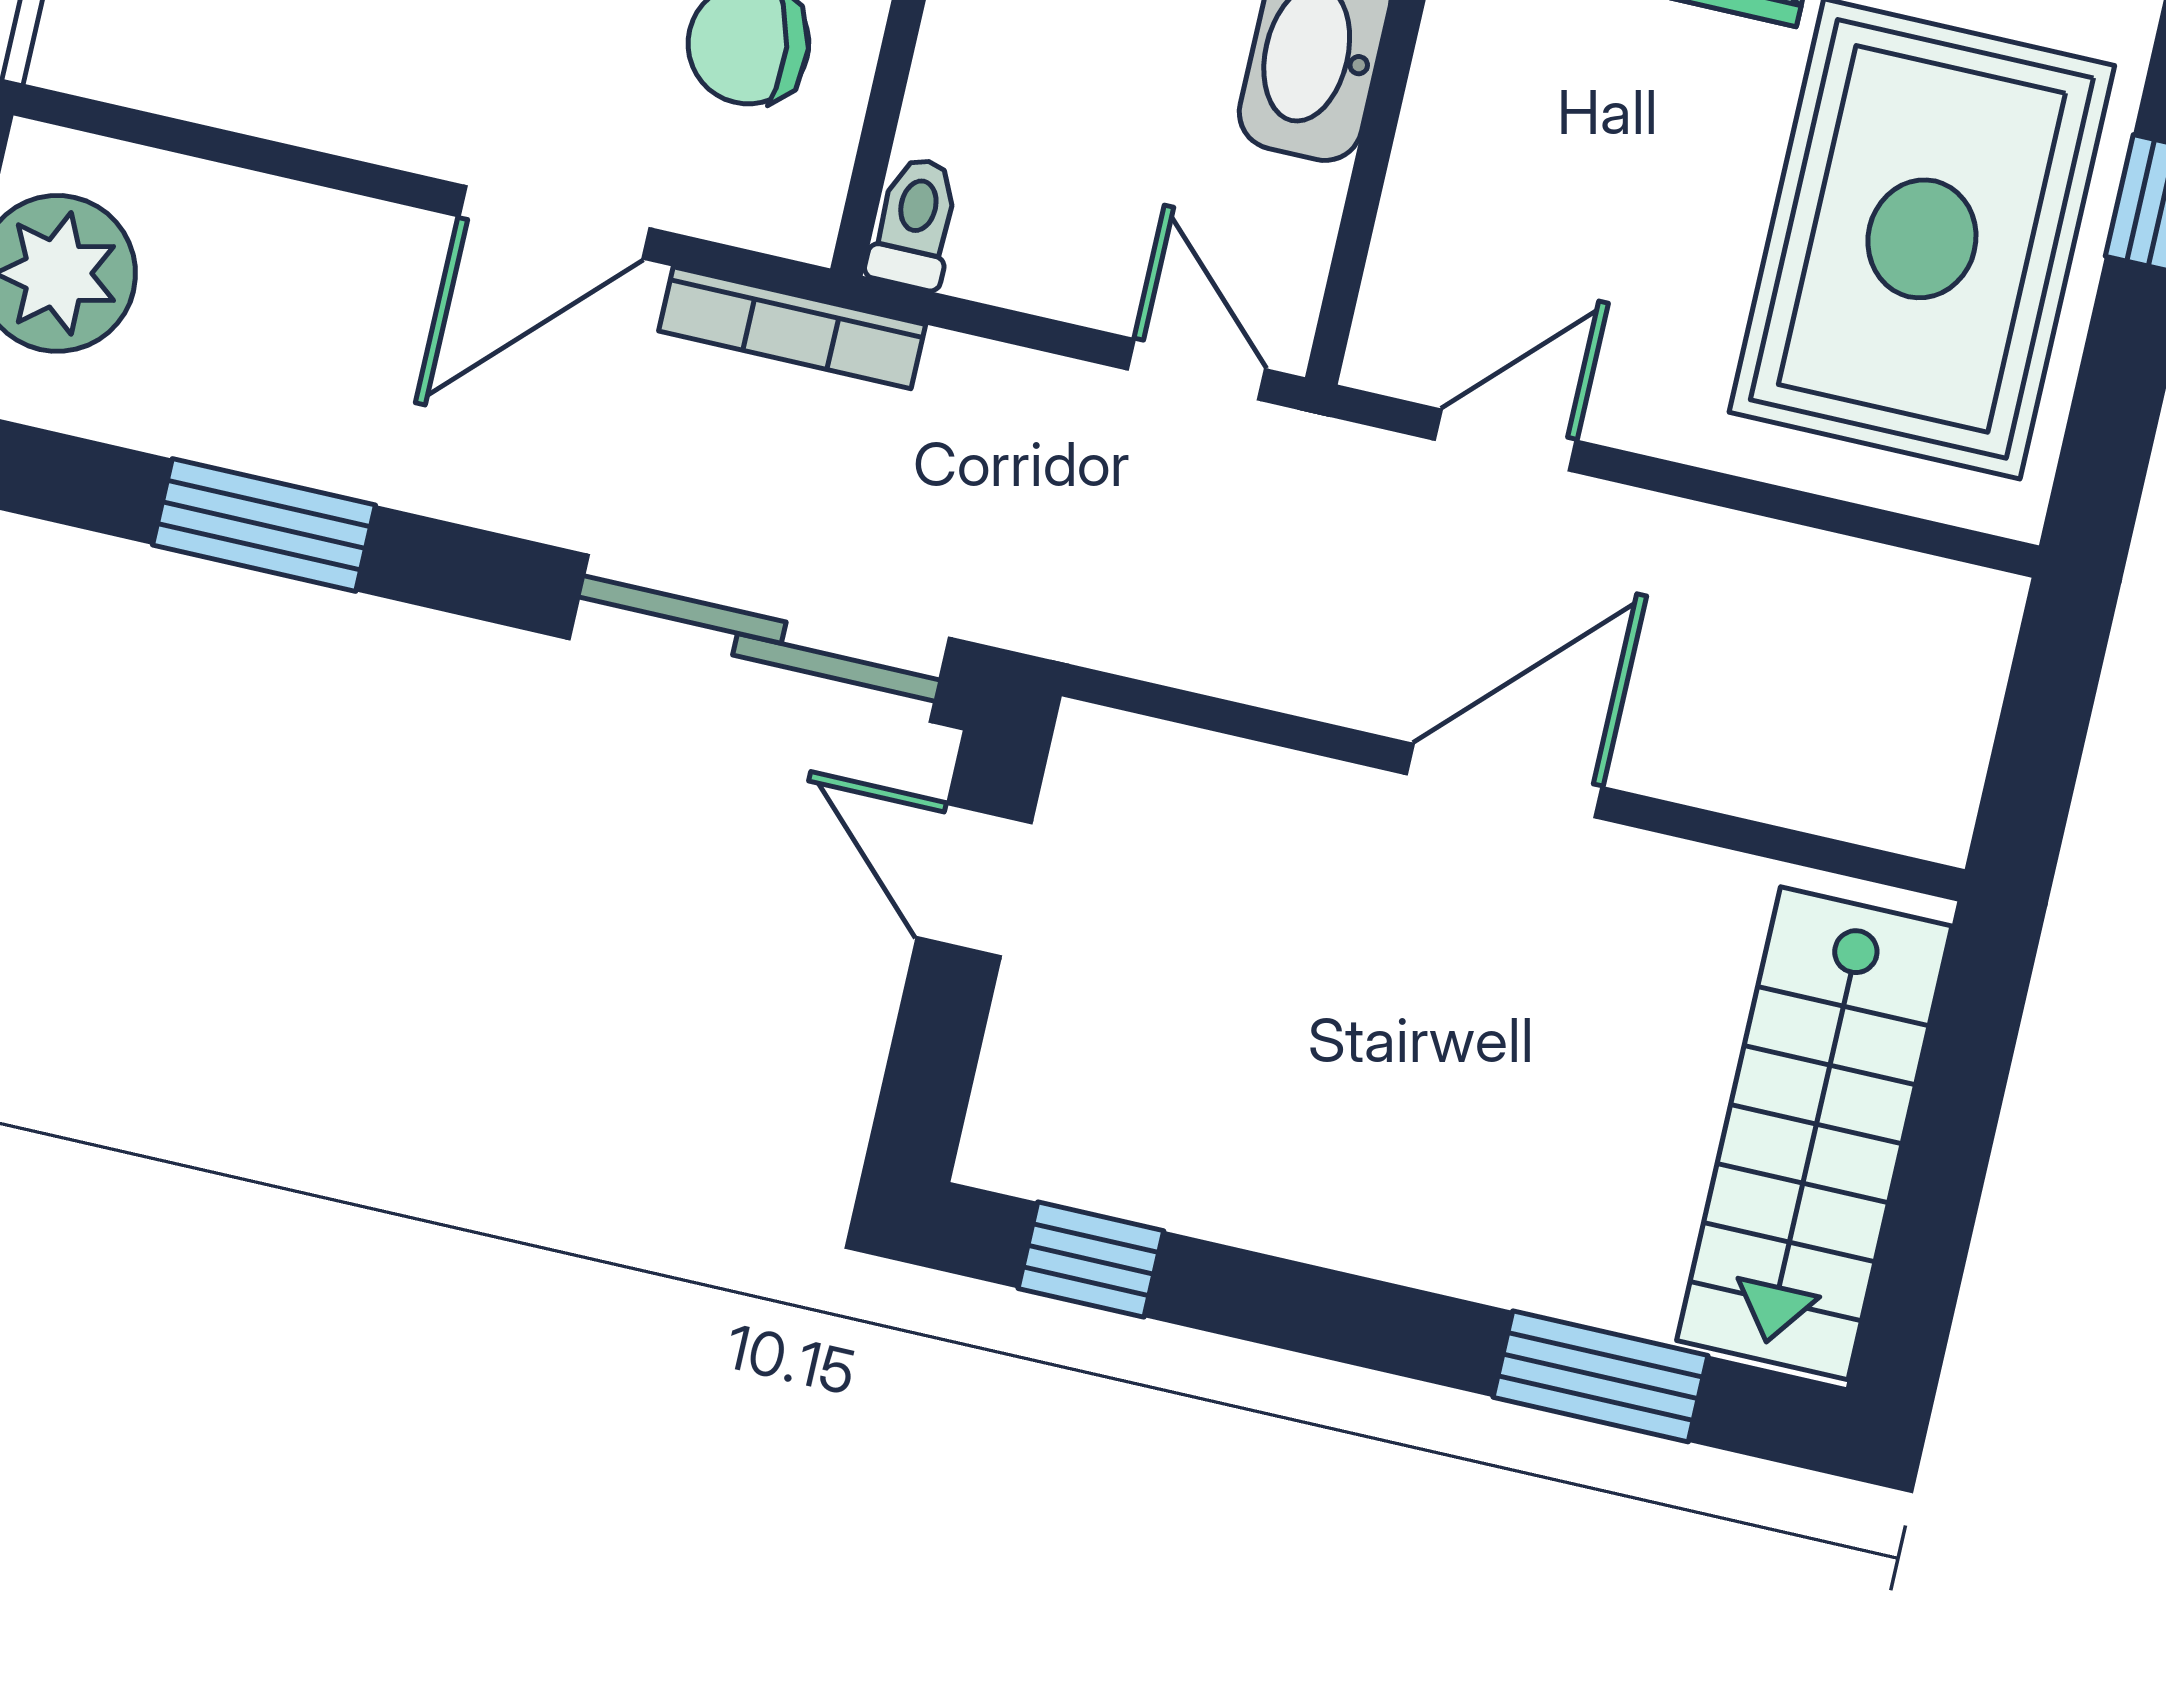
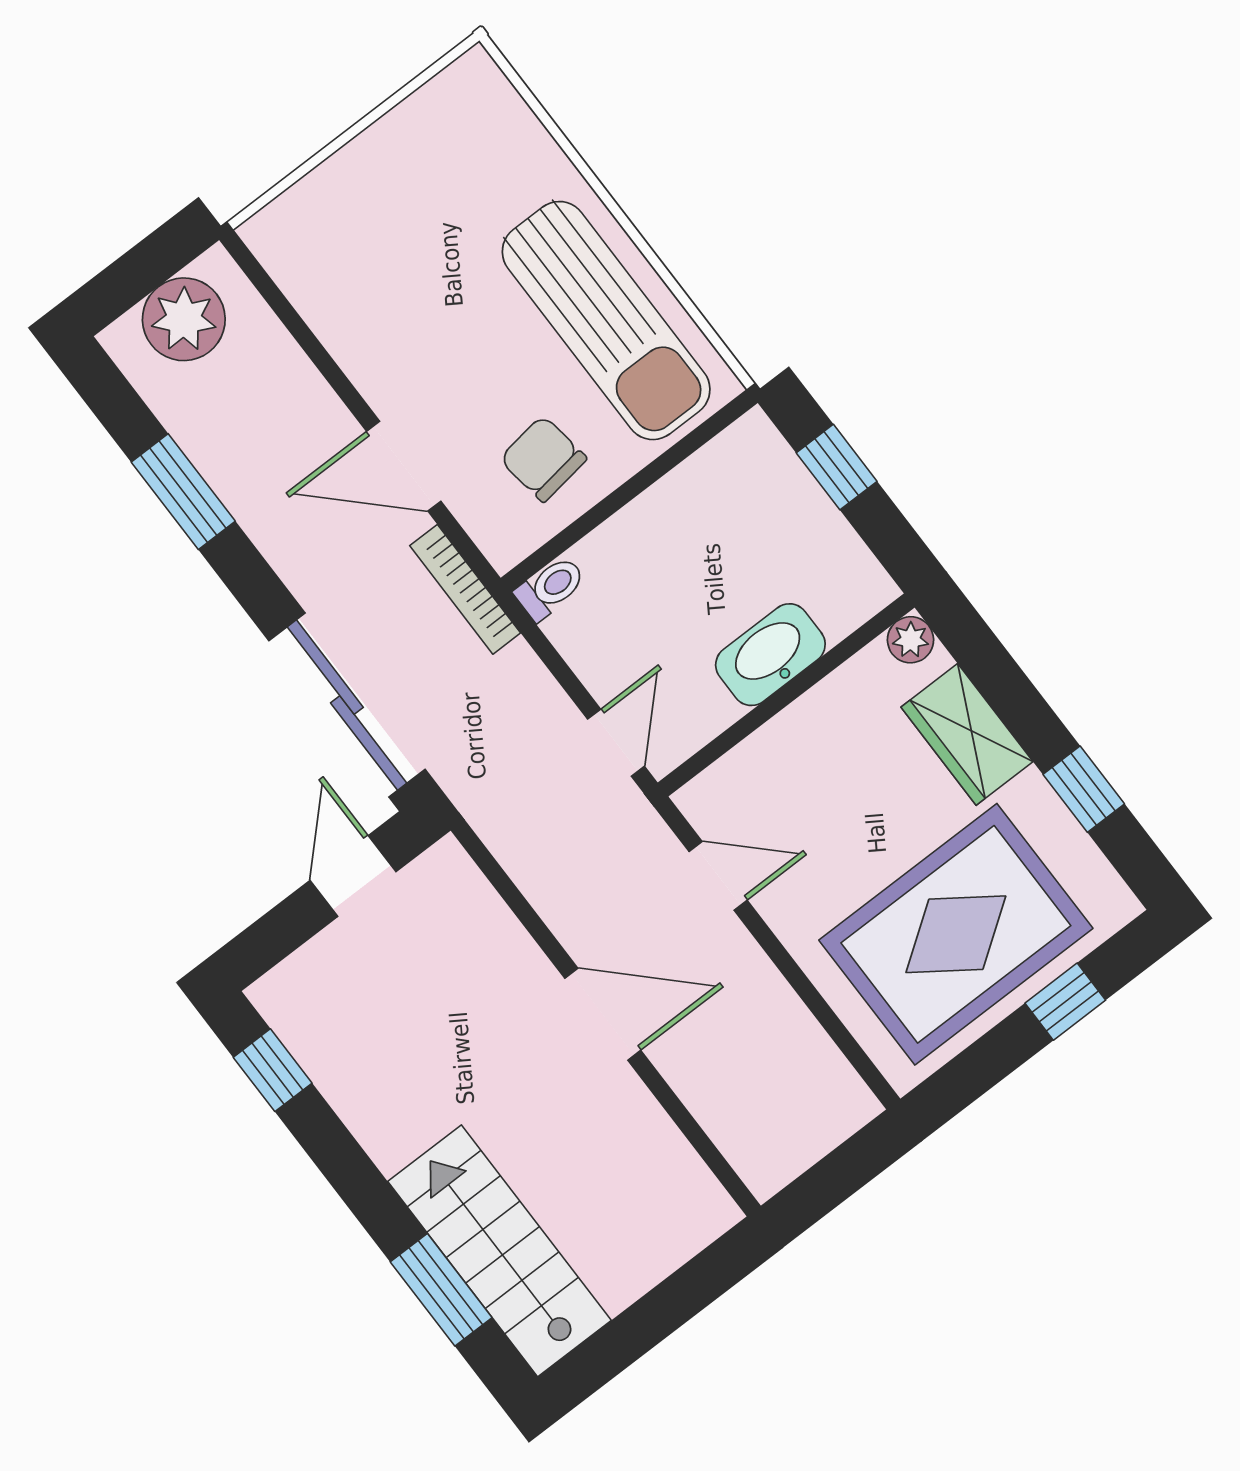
stairs: (1814, 1133) -> (499, 1251), moved, turned 90

